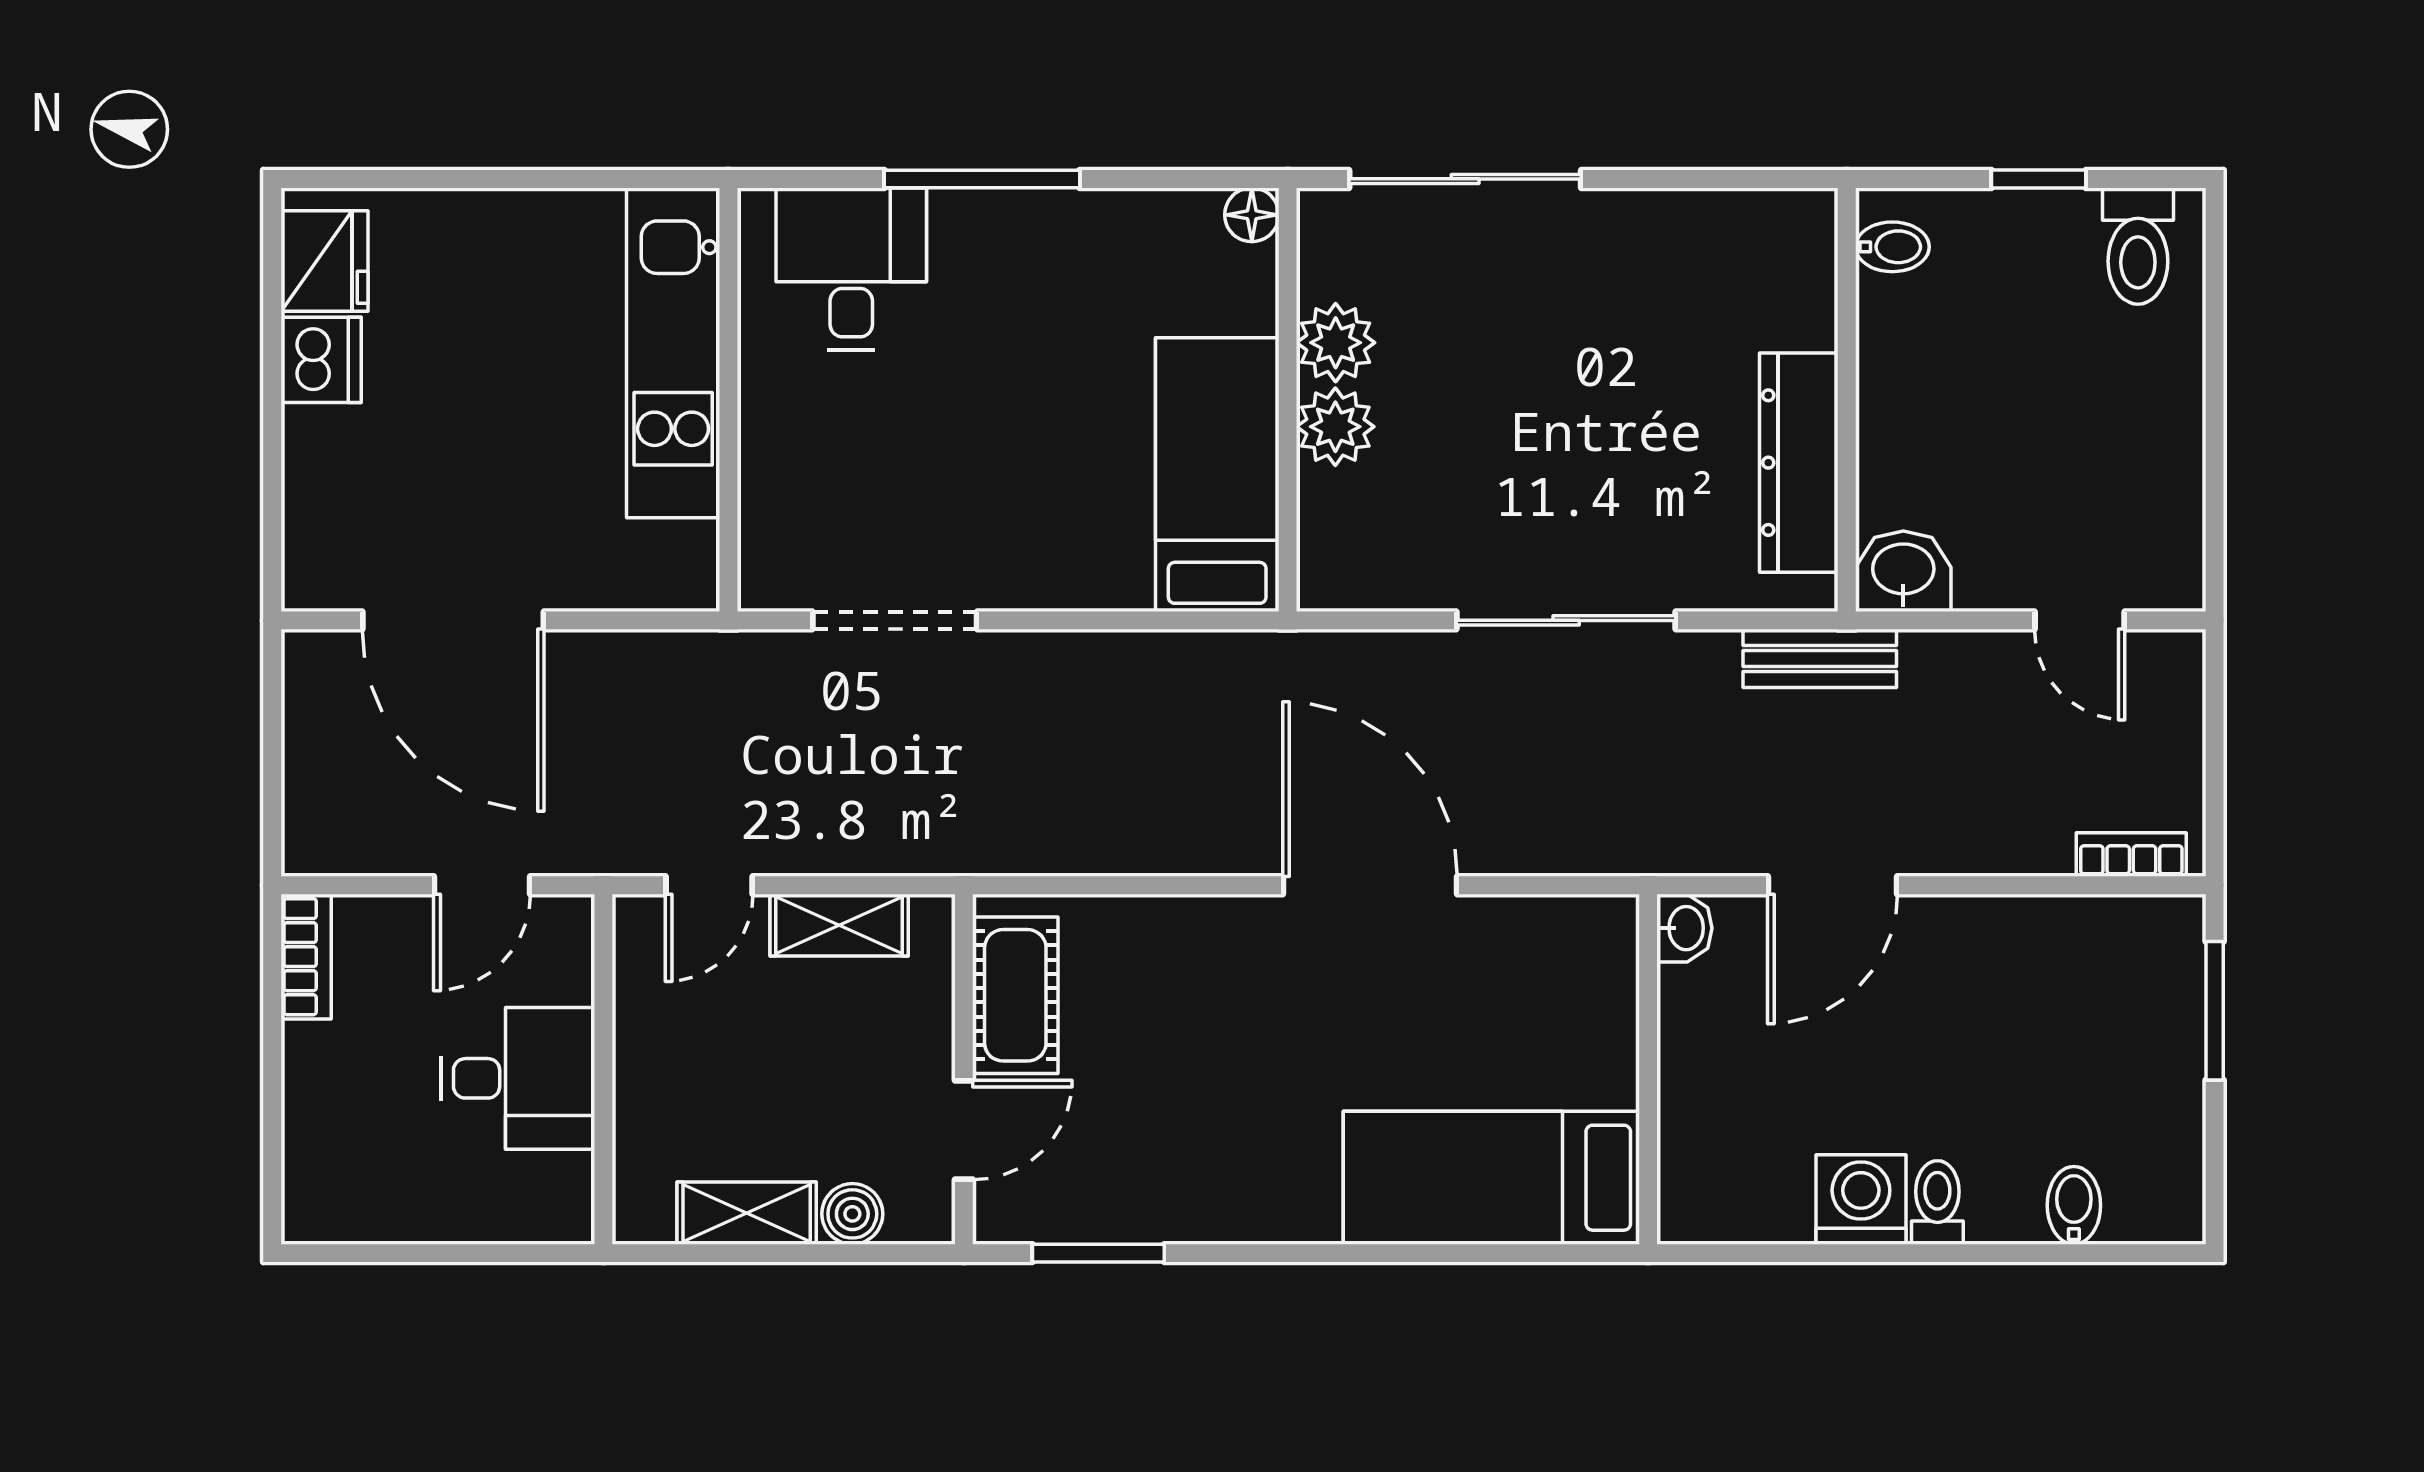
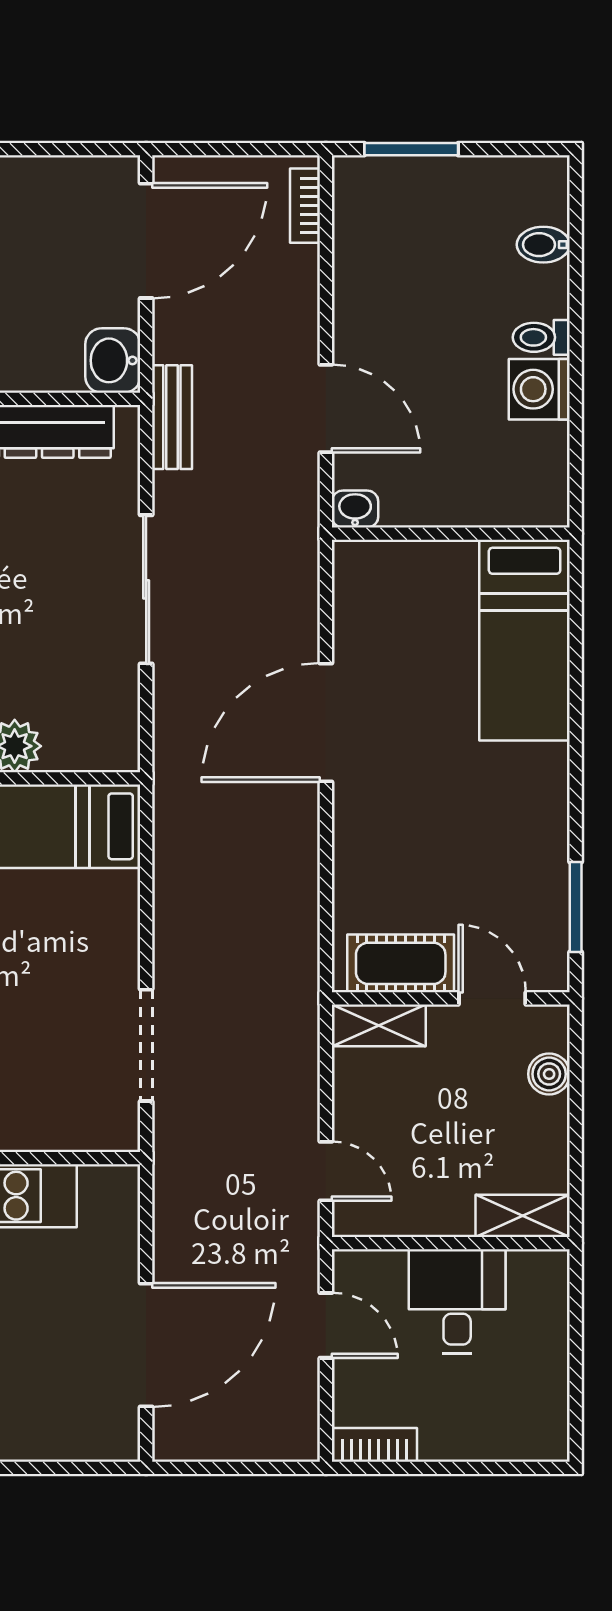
door: (2080, 620) -> (146, 241), width x1.87
shelving: (839, 925) -> (379, 1025), moved, turned 90
shelving: (747, 1213) -> (523, 1216), moved, turned 90

